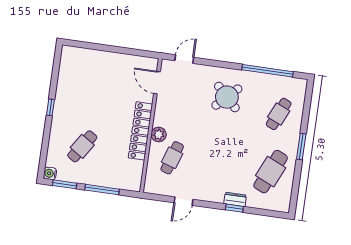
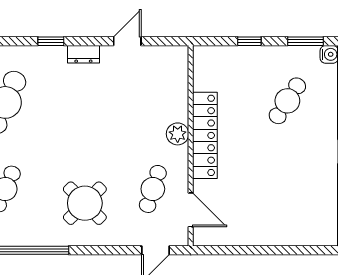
cafe table: (172, 158) -> (153, 189), moved
window: (102, 190) -> (249, 41), width x0.46
dresser: (235, 199) -> (83, 54), moved

